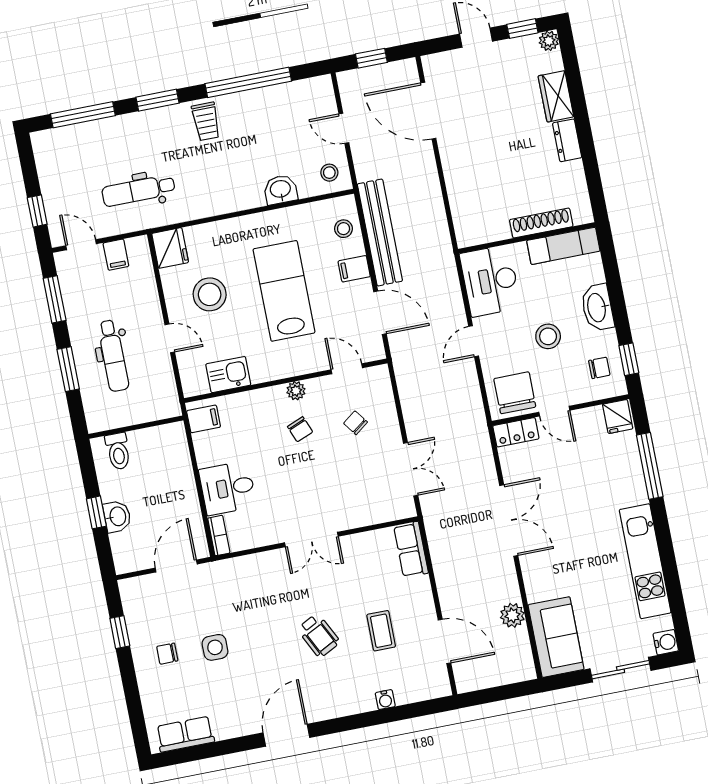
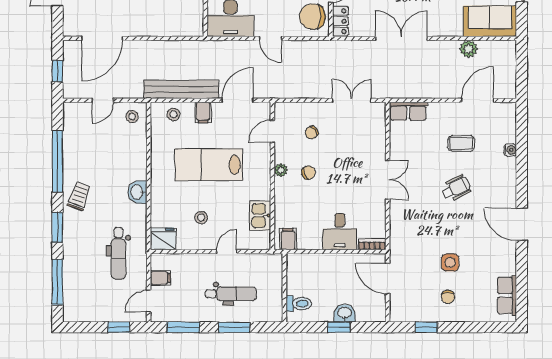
trolley: (206, 121) -> (79, 196), turned -70
washbasin: (280, 190) -> (137, 192), moved
stool: (210, 294) -> (201, 218), width x0.53, depth x0.53

